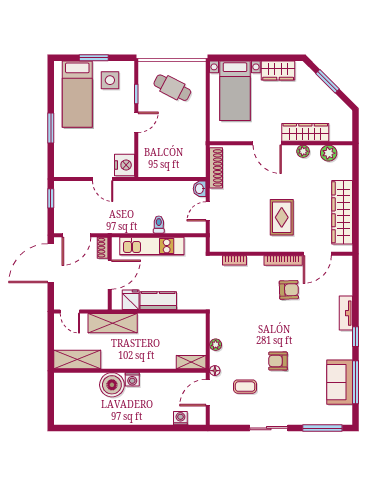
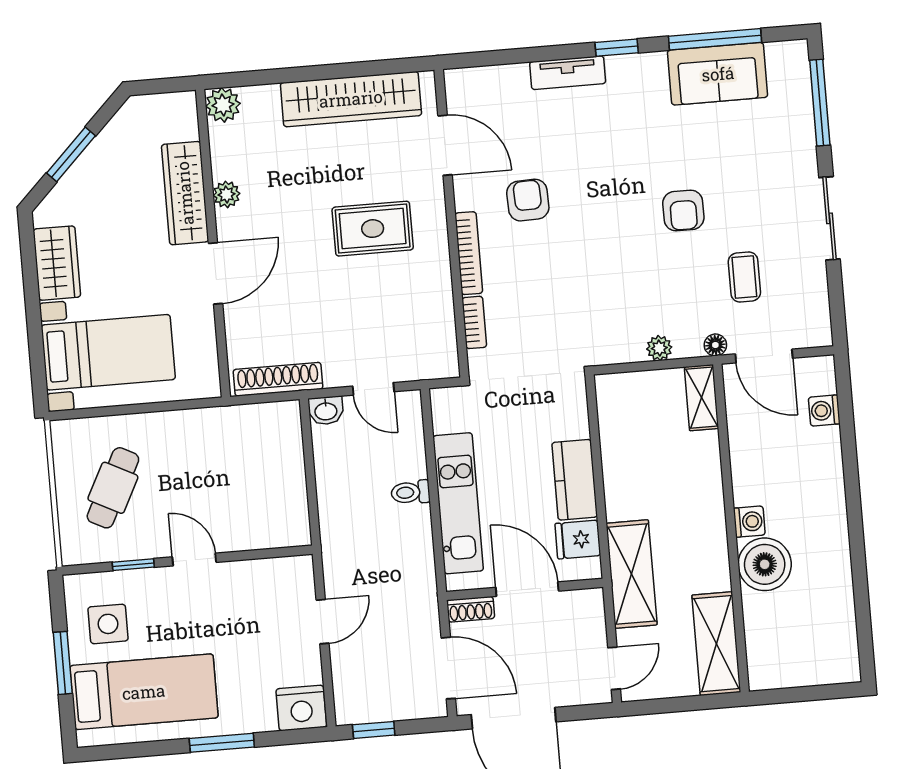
plant: (329, 153) -> (223, 105), moved
nightstand: (124, 165) -> (301, 708), moved, turned 180
bookcase: (283, 261) -> (469, 253), moved

